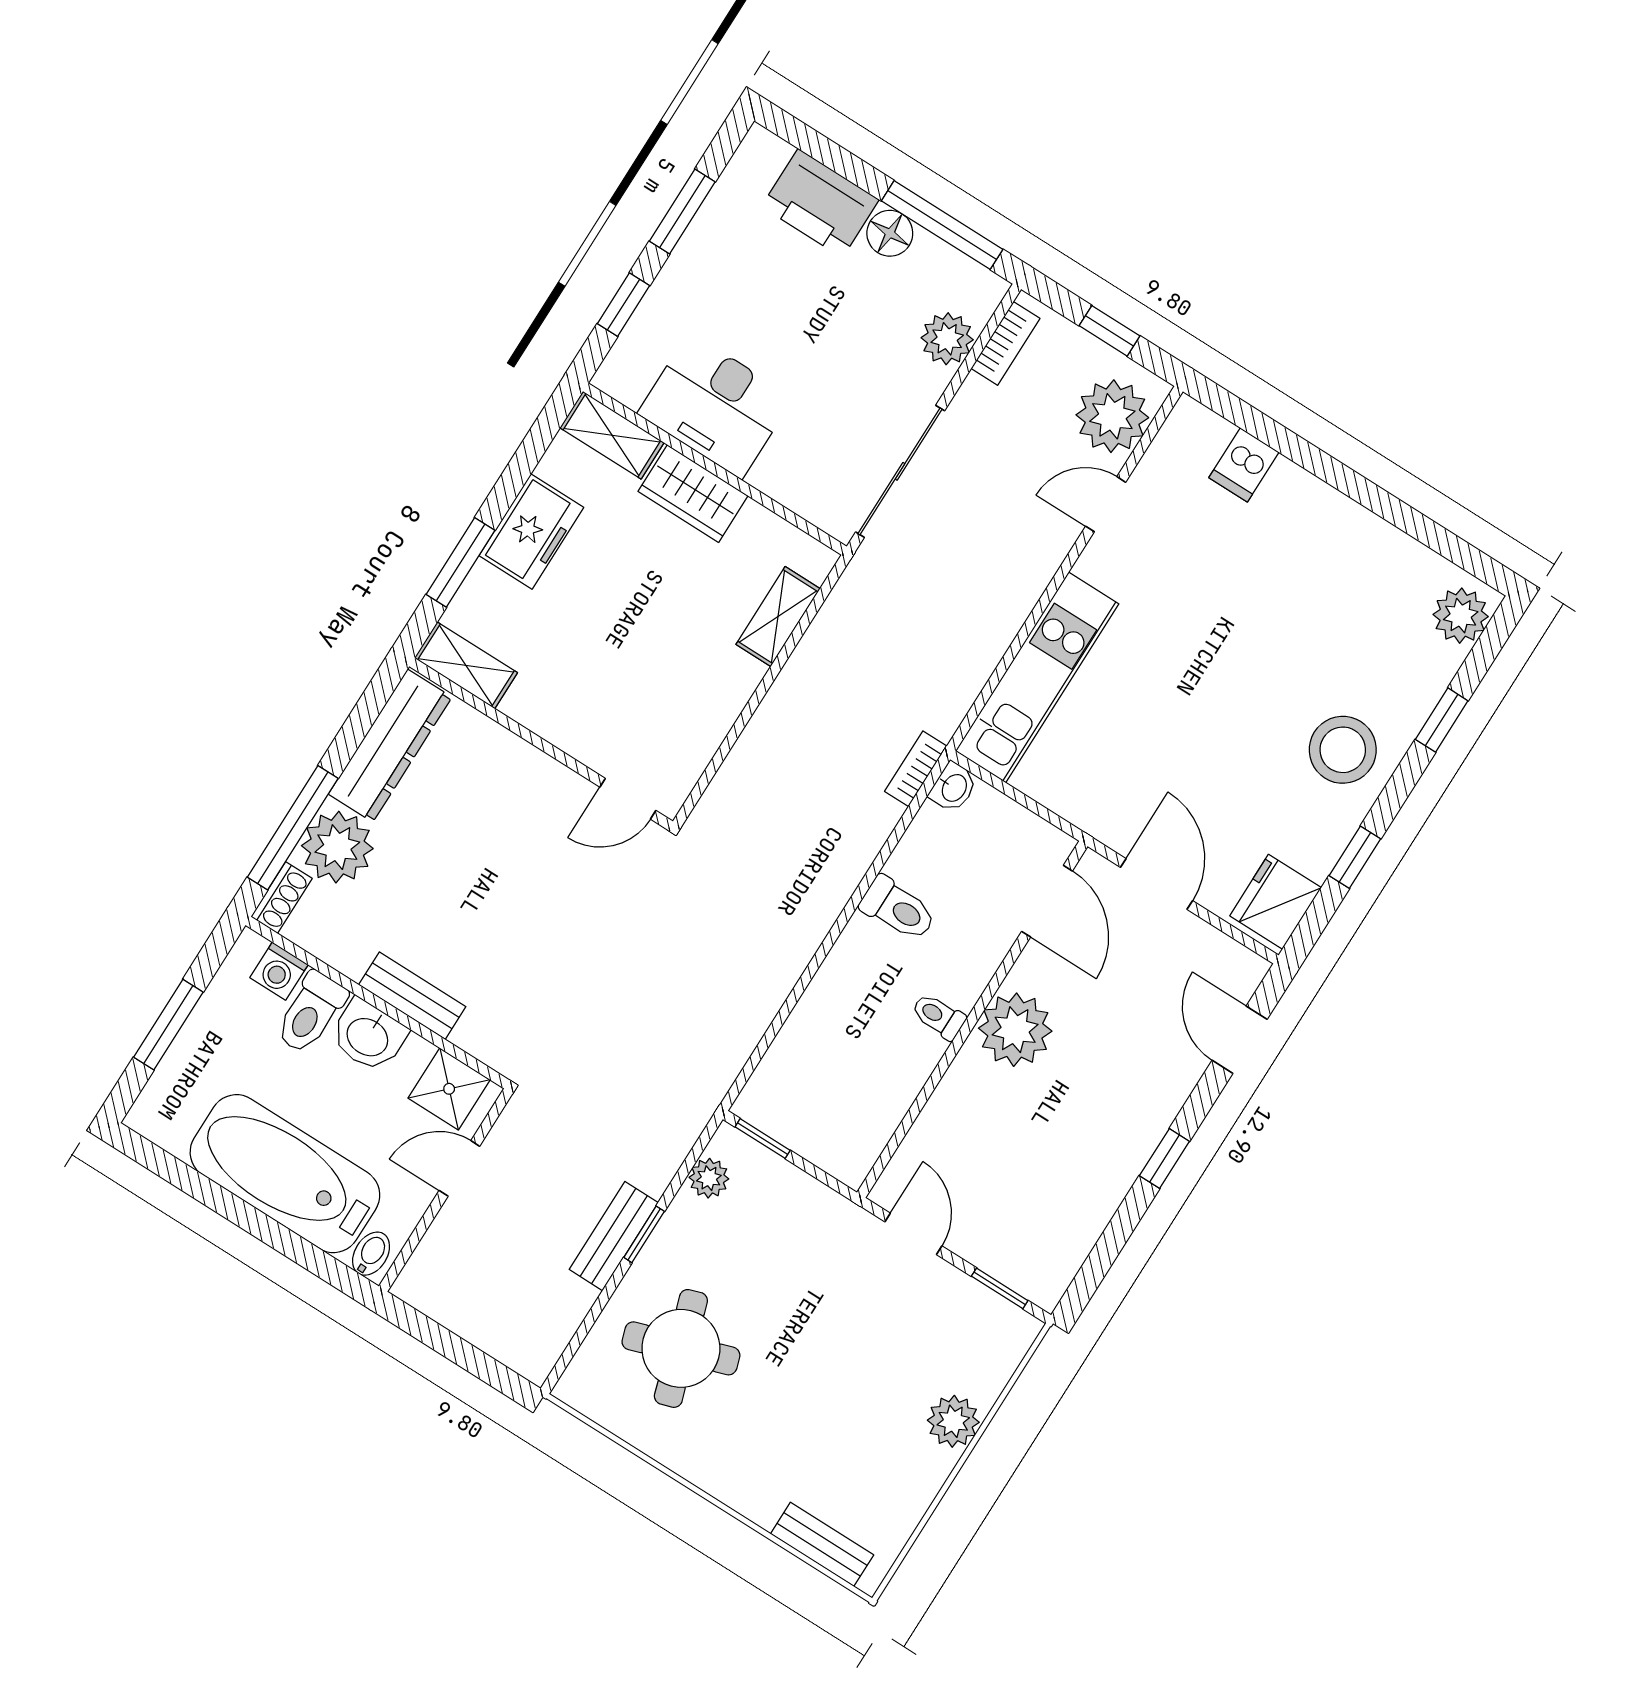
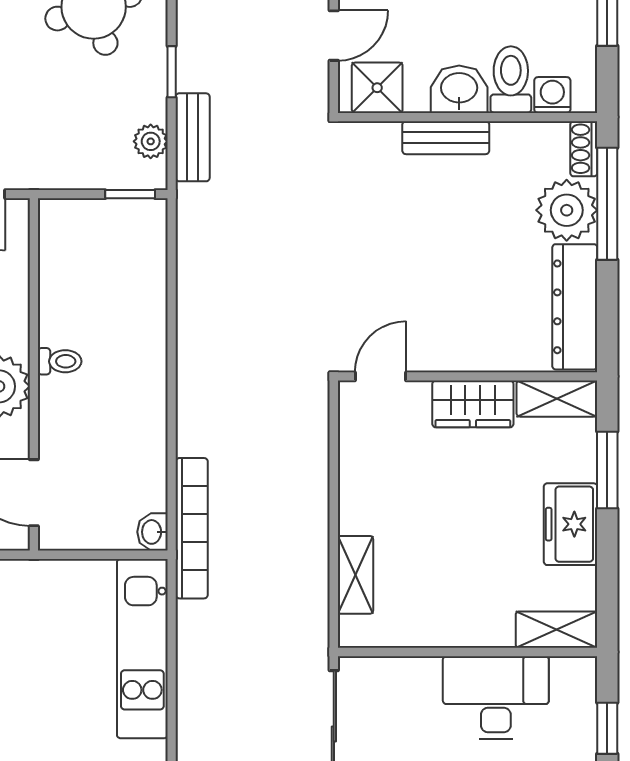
wardrobe: (693, 494) -> (473, 404), moved, turned 180
bookcase: (916, 769) -> (192, 528), width x2.31, depth x1.31
toilet: (898, 909) -> (137, 420), removed
bench: (614, 1236) -> (193, 137), moved

